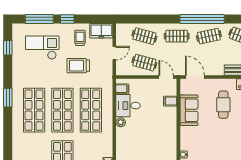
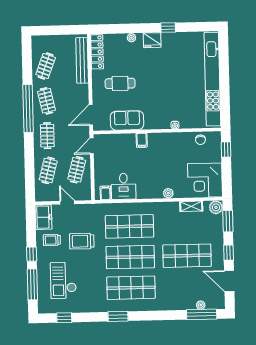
trolley: (78, 66) -> (82, 241), turned 90
filing cabinet: (170, 101) -> (142, 140), moved
plant: (121, 122) -> (168, 193), moved

